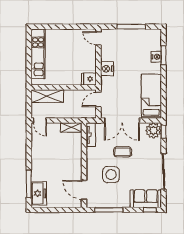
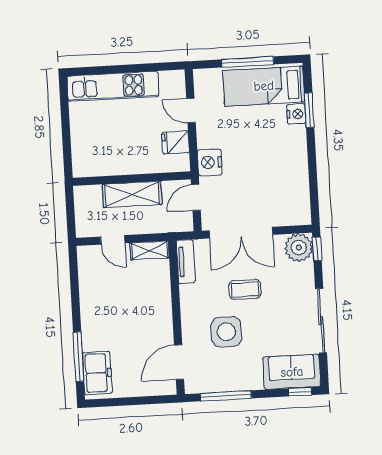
door: (98, 38) -> (191, 110), moved
kitchen unit: (38, 54) -> (113, 86), moved, turned 90
nightstand: (107, 69) -> (210, 162), moved
fridge: (89, 79) -> (176, 143), moved
shelving: (47, 96) -> (132, 194), moved
bed: (151, 96) -> (264, 86), moved, turned -90
door: (40, 120) -> (113, 240), moved
door: (84, 190) -> (179, 362), hinge flipped

